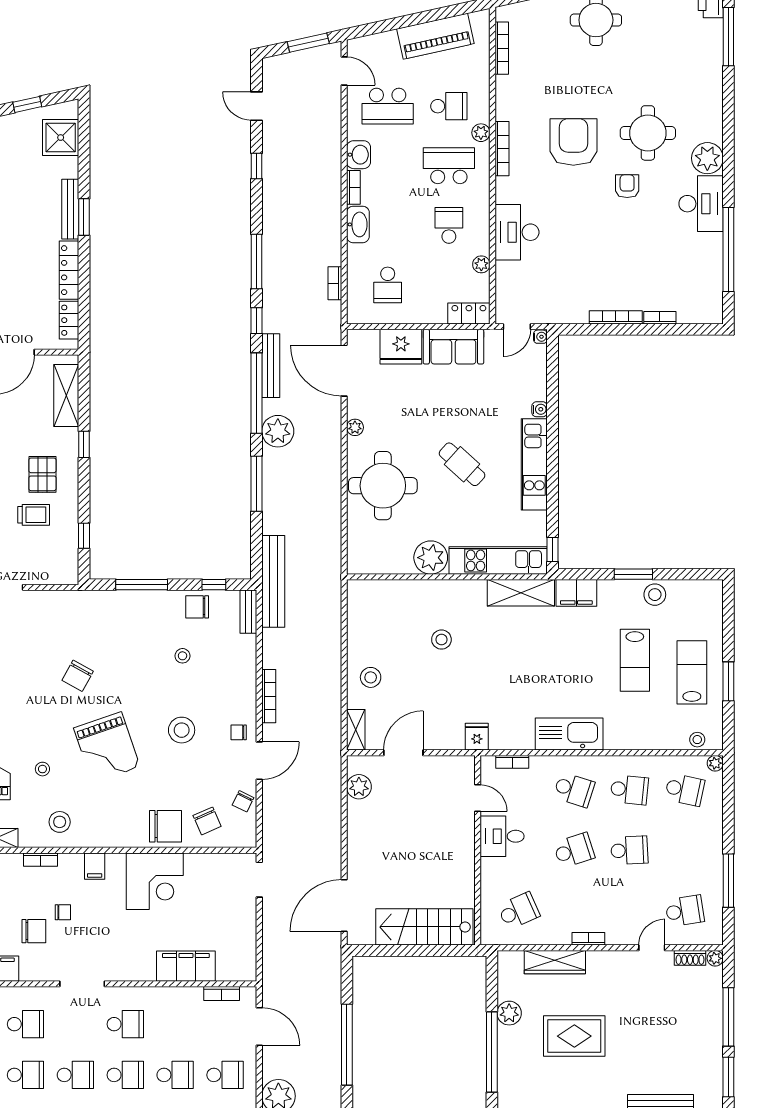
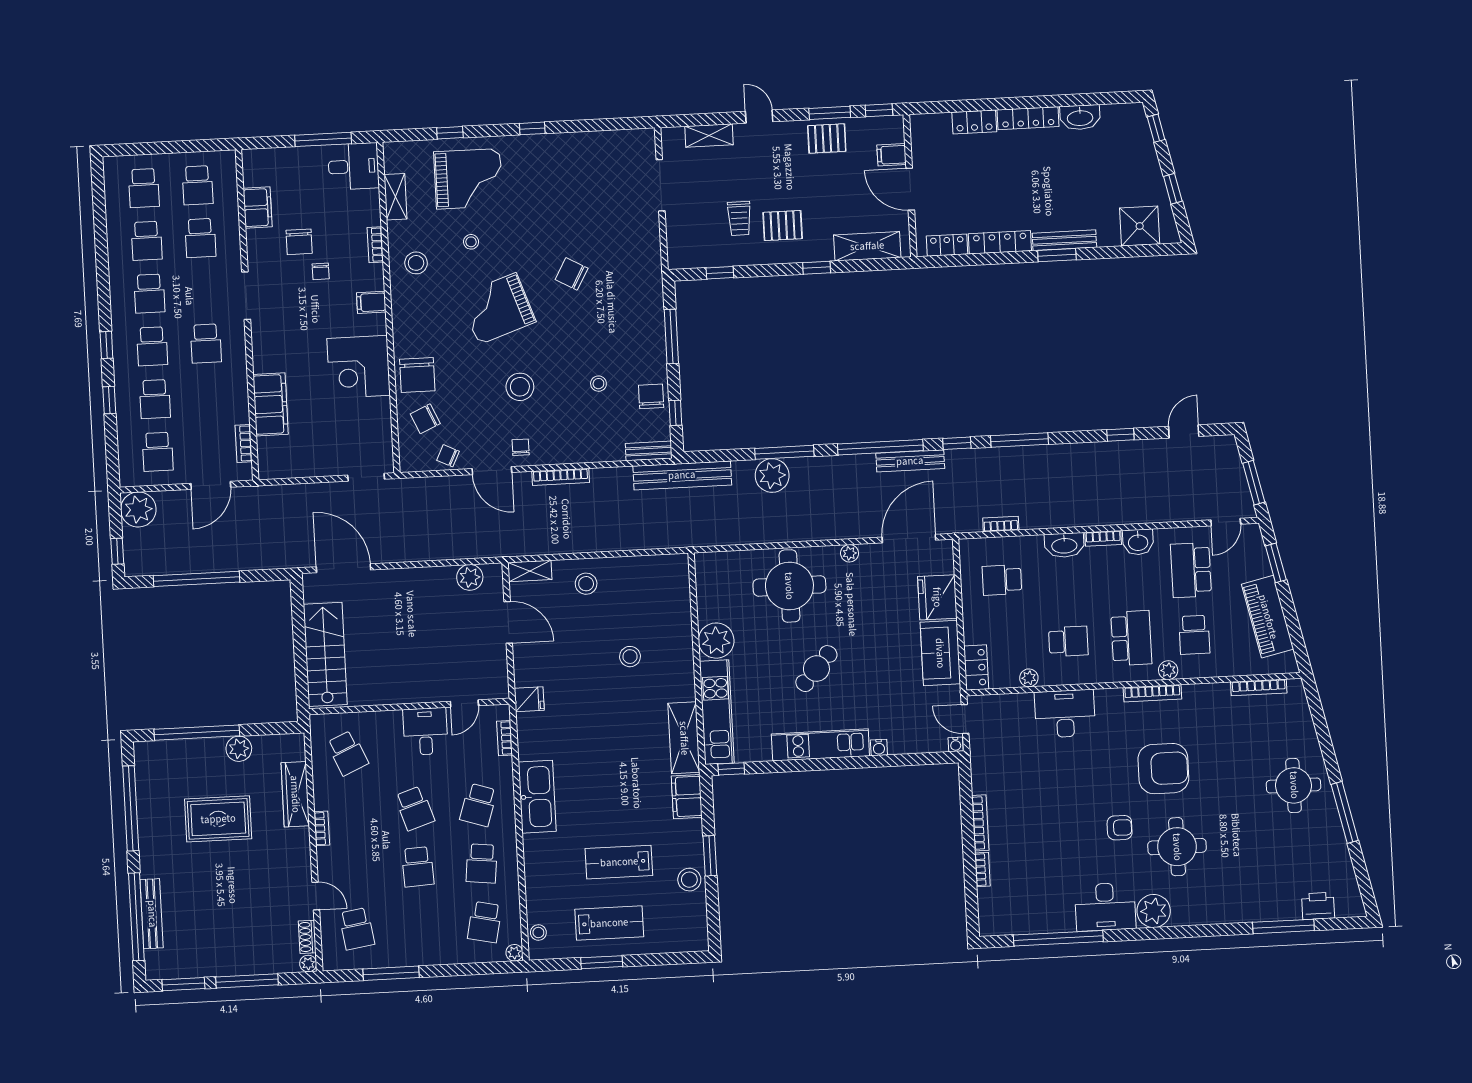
window: (385, 26) -> (1276, 563), added
plant: (278, 431) -> (772, 476), moved
rug: (574, 1036) -> (218, 819), turned 90

